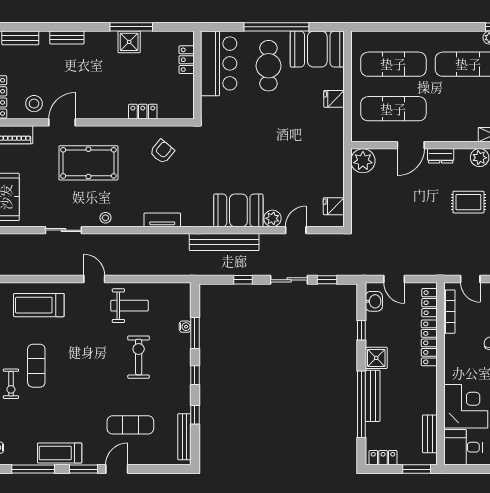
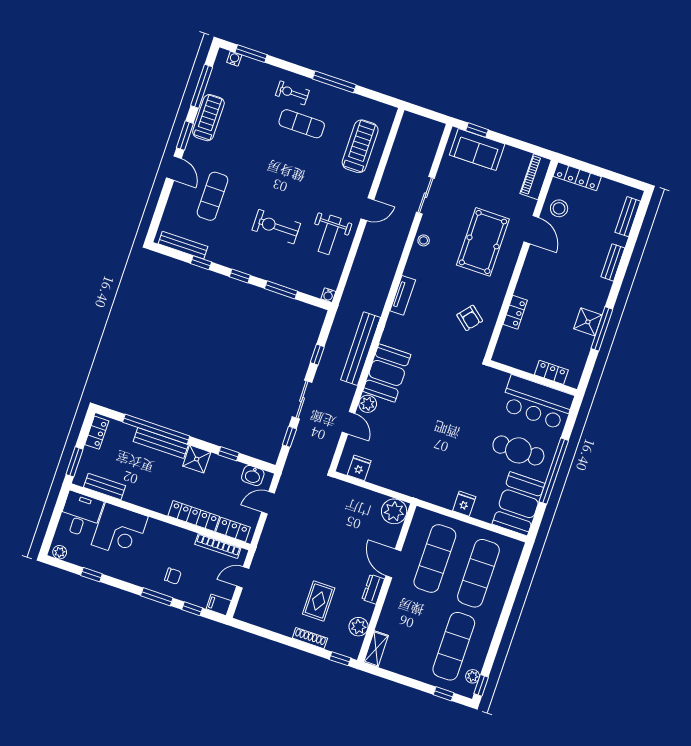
water cooler: (185, 327) -> (328, 295), moved
exercise bike: (139, 357) -> (276, 227), turned 180

